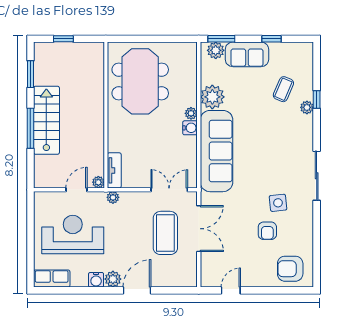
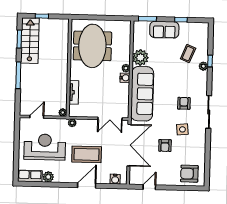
plant: (216, 50) -> (143, 26), removed
stairs: (46, 120) -> (30, 41), moved
armchair: (279, 164) -> (184, 103), added
tv unit: (114, 170) -> (74, 92), moved
door: (77, 190) -> (37, 117), moved
double door: (169, 190) -> (110, 119), swing flipped
double door: (199, 229) -> (129, 145), width x1.36
armchair: (267, 231) -> (165, 145), moved
coffee table: (165, 233) -> (87, 154), moved, turned 90
plant: (113, 279) -> (48, 177), moved
water cooler: (96, 280) -> (115, 179), moved

